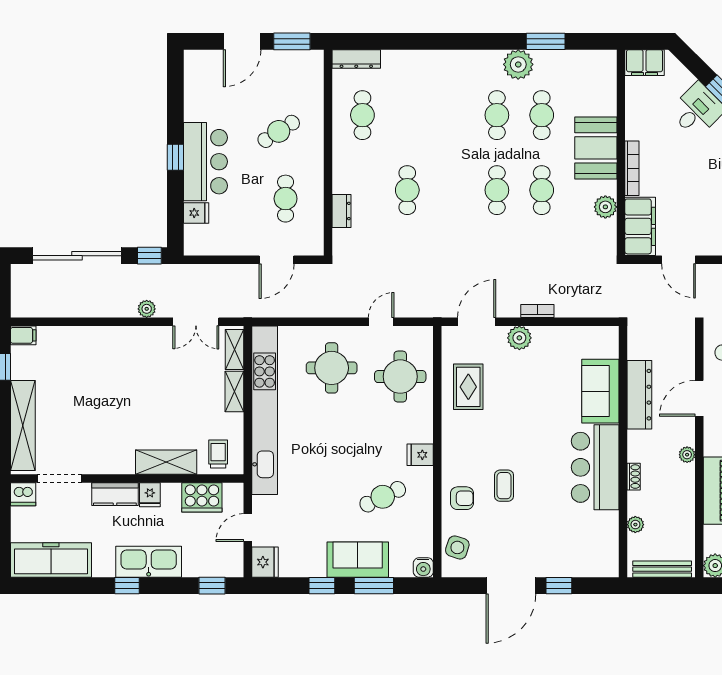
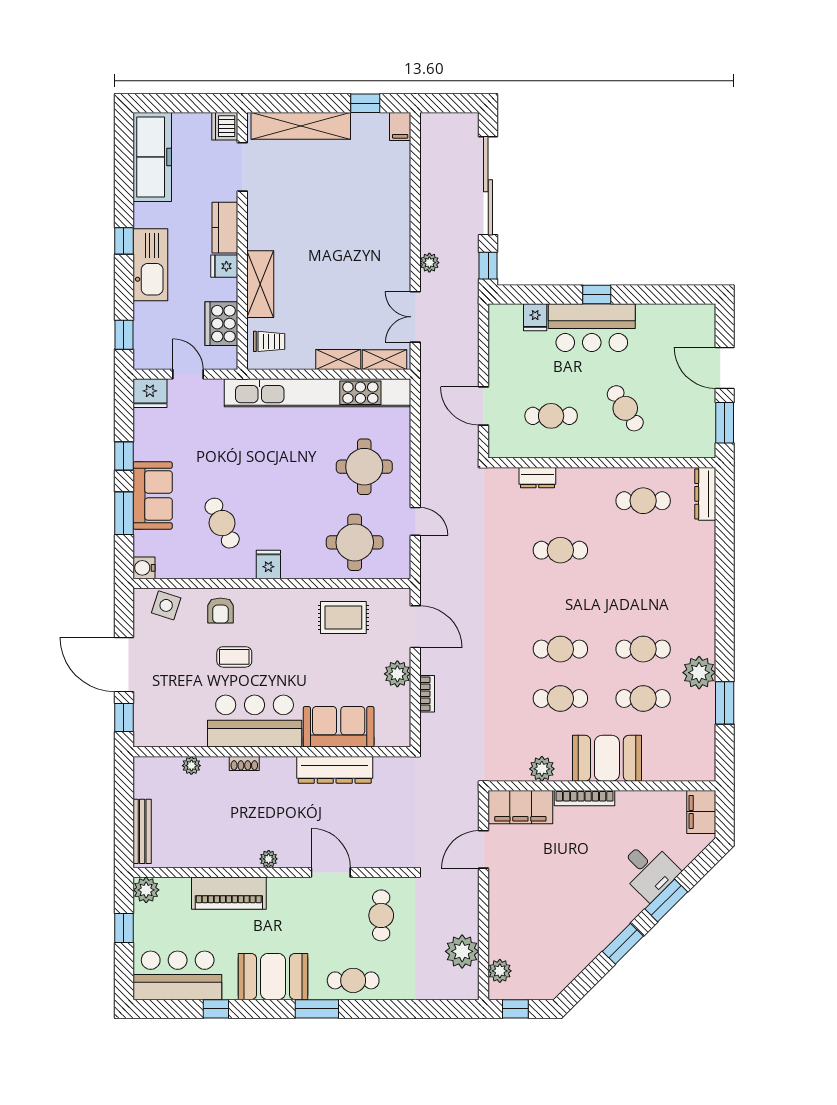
sofa: (600, 391) -> (339, 727), moved
dresser: (639, 395) -> (335, 770), moved
wall: (623, 452) -> (272, 752), moved
bar counter: (595, 467) -> (255, 721), moved
shoe rack: (634, 477) -> (244, 764), moved
plant: (635, 525) -> (191, 766), moved

